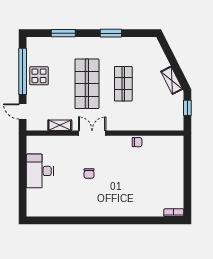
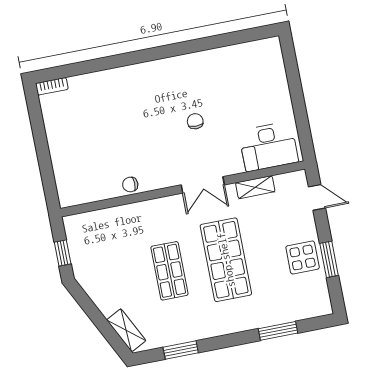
window: (111, 33) -> (181, 350), moved
window: (23, 71) -> (329, 259), width x0.47
shelving: (172, 80) -> (126, 330), moved
desk: (40, 171) -> (269, 147), moved, turned 90

